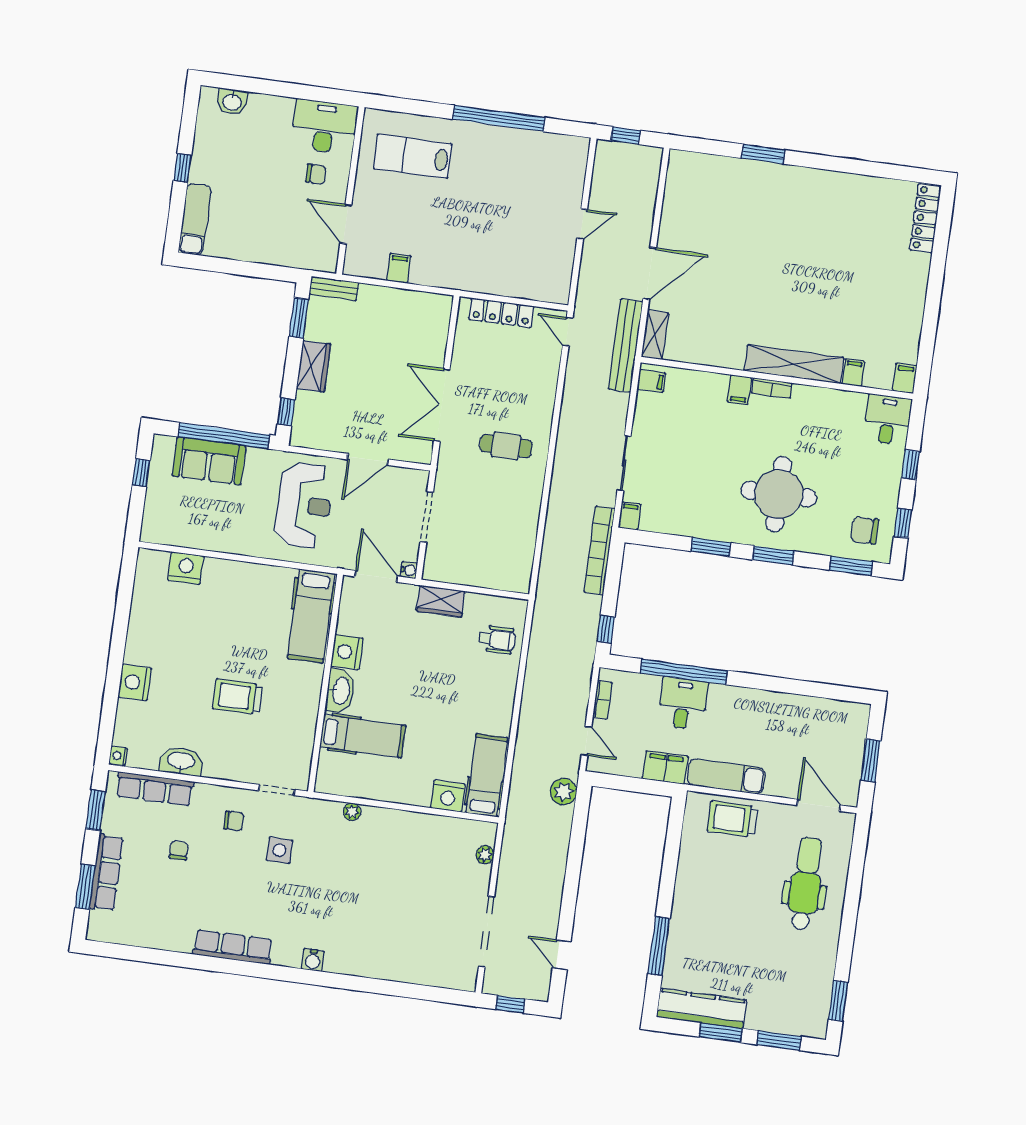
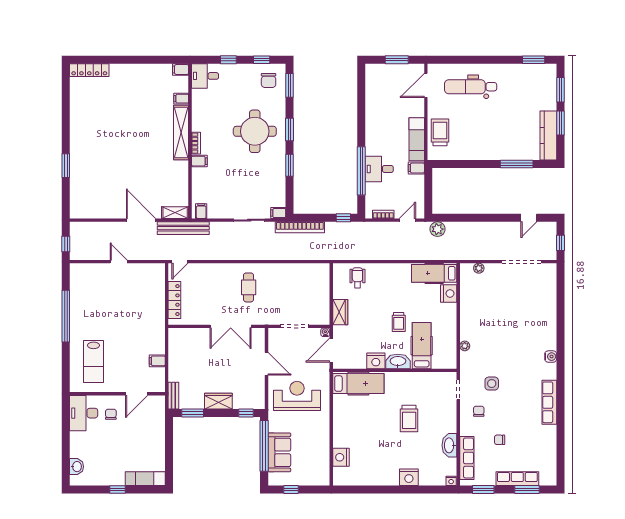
trolley: (410, 701) -> (399, 322), added
filing cabinet: (665, 768) -> (416, 168), width x0.50
trolley: (733, 819) -> (440, 132), turned 180

